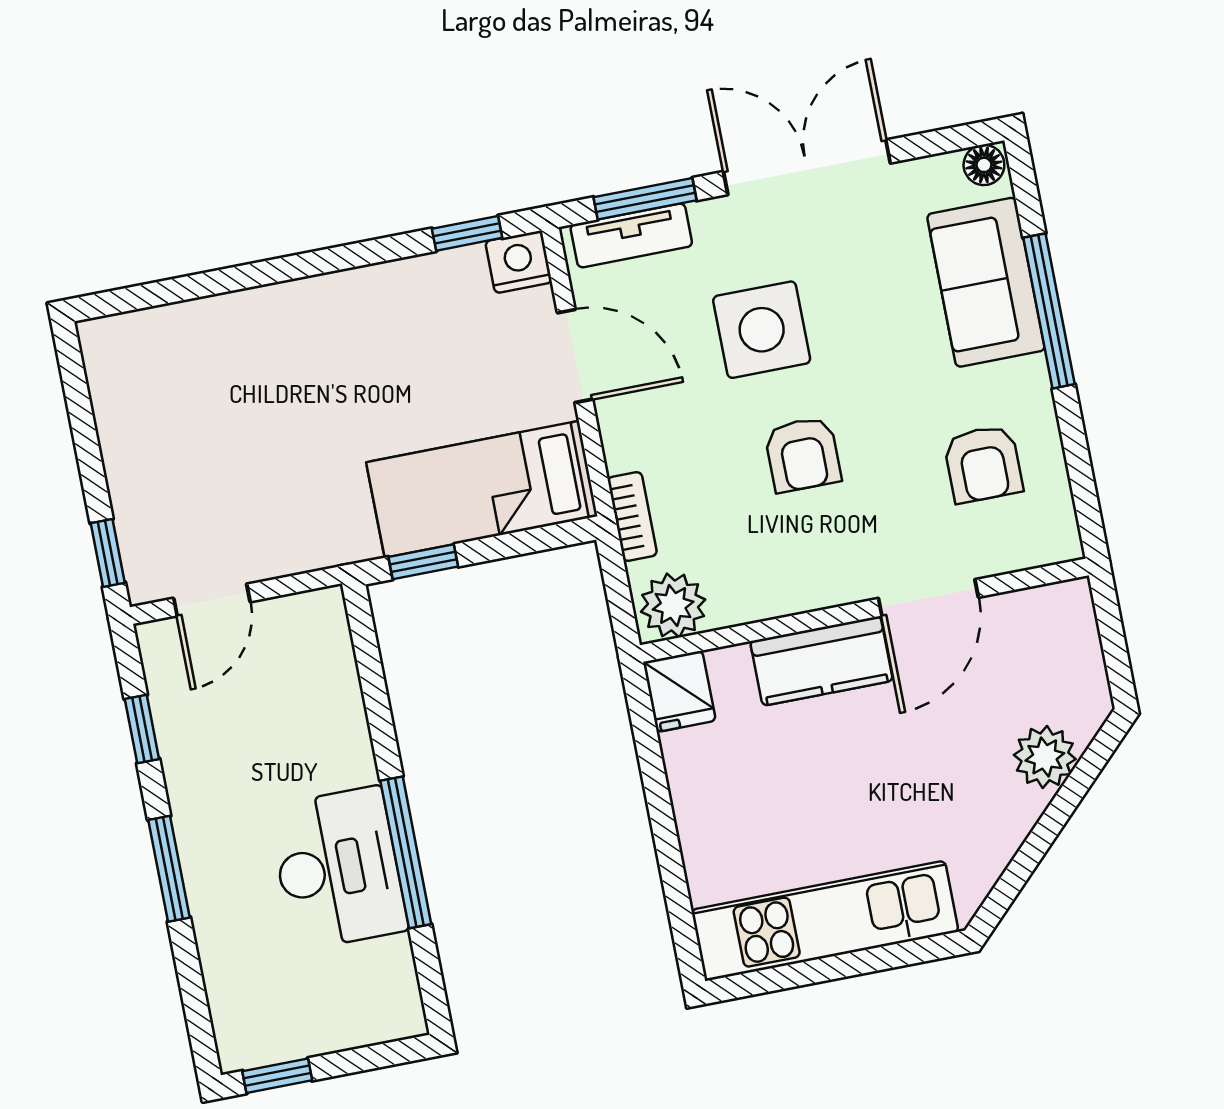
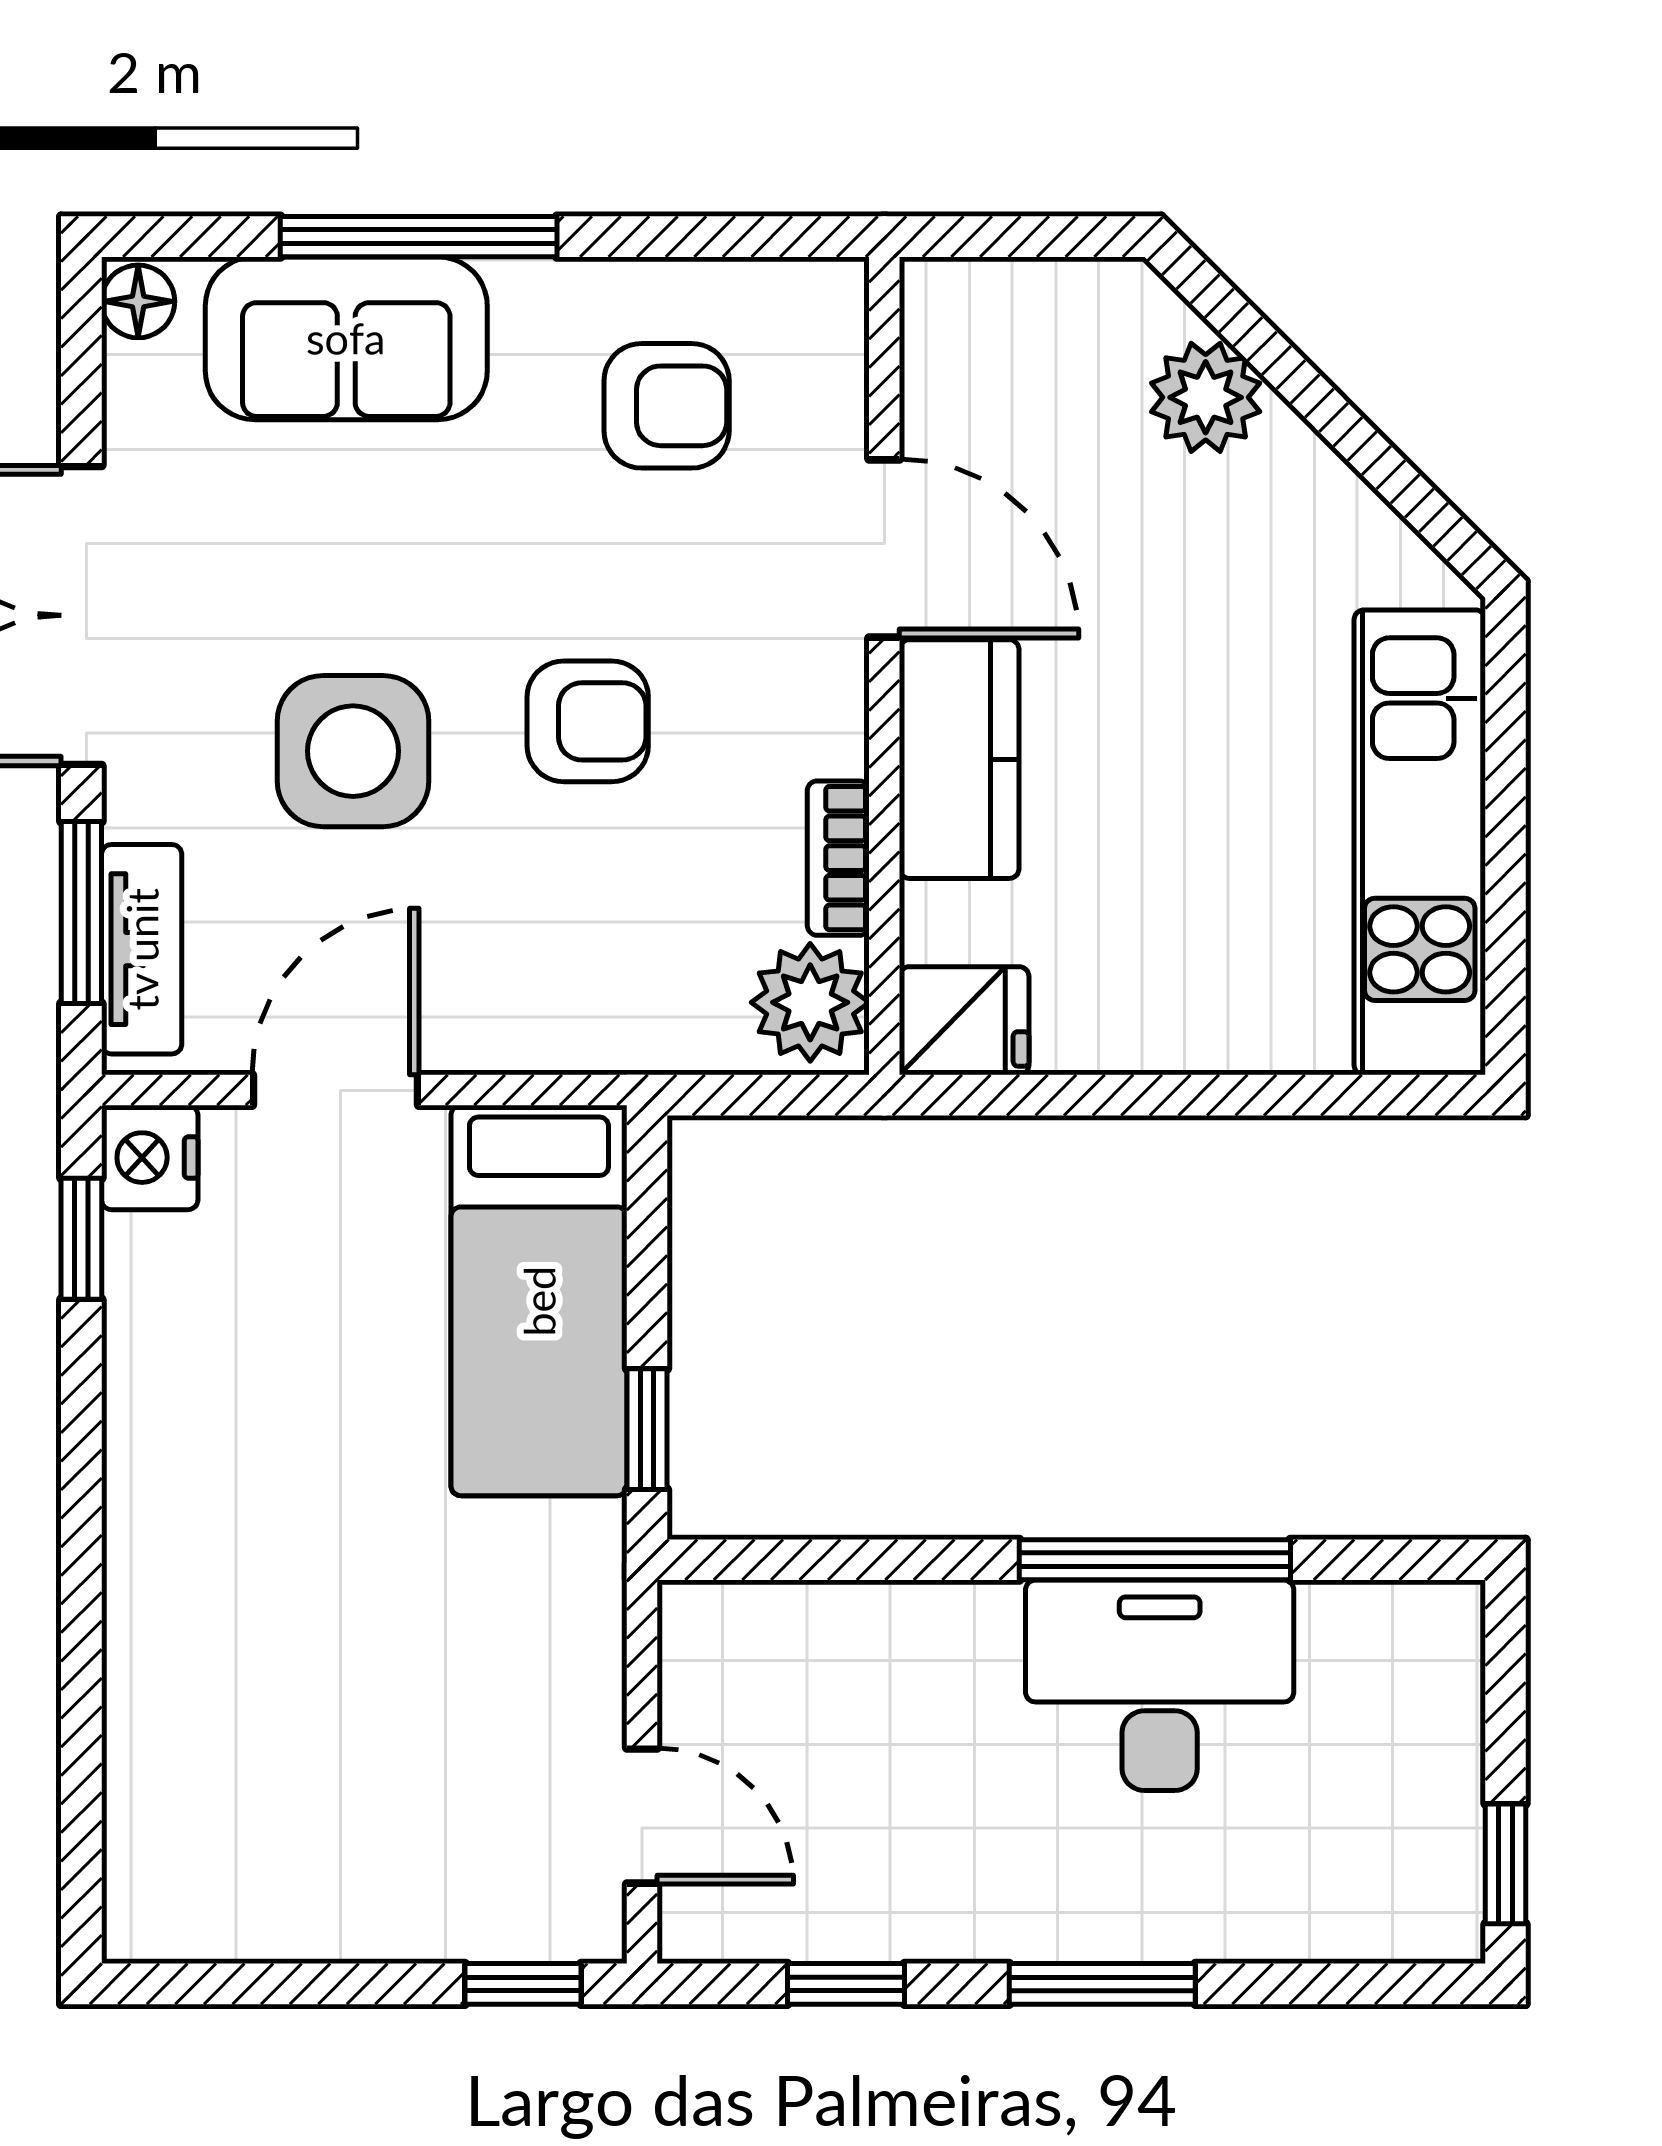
bookcase: (632, 516) -> (838, 858), moved, turned -90

